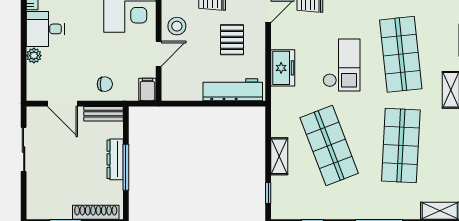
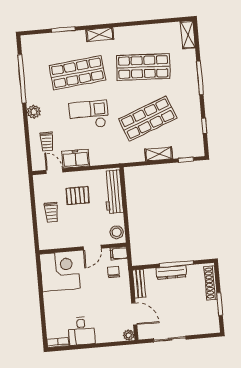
stool: (177, 26) -> (117, 232), moved
door: (159, 54) -> (92, 248), swing flipped
plant: (34, 56) -> (129, 335), moved
freezer: (283, 68) -> (76, 159), moved
chair: (105, 84) -> (114, 272), moved
door: (62, 104) -> (134, 314), hinge flipped

